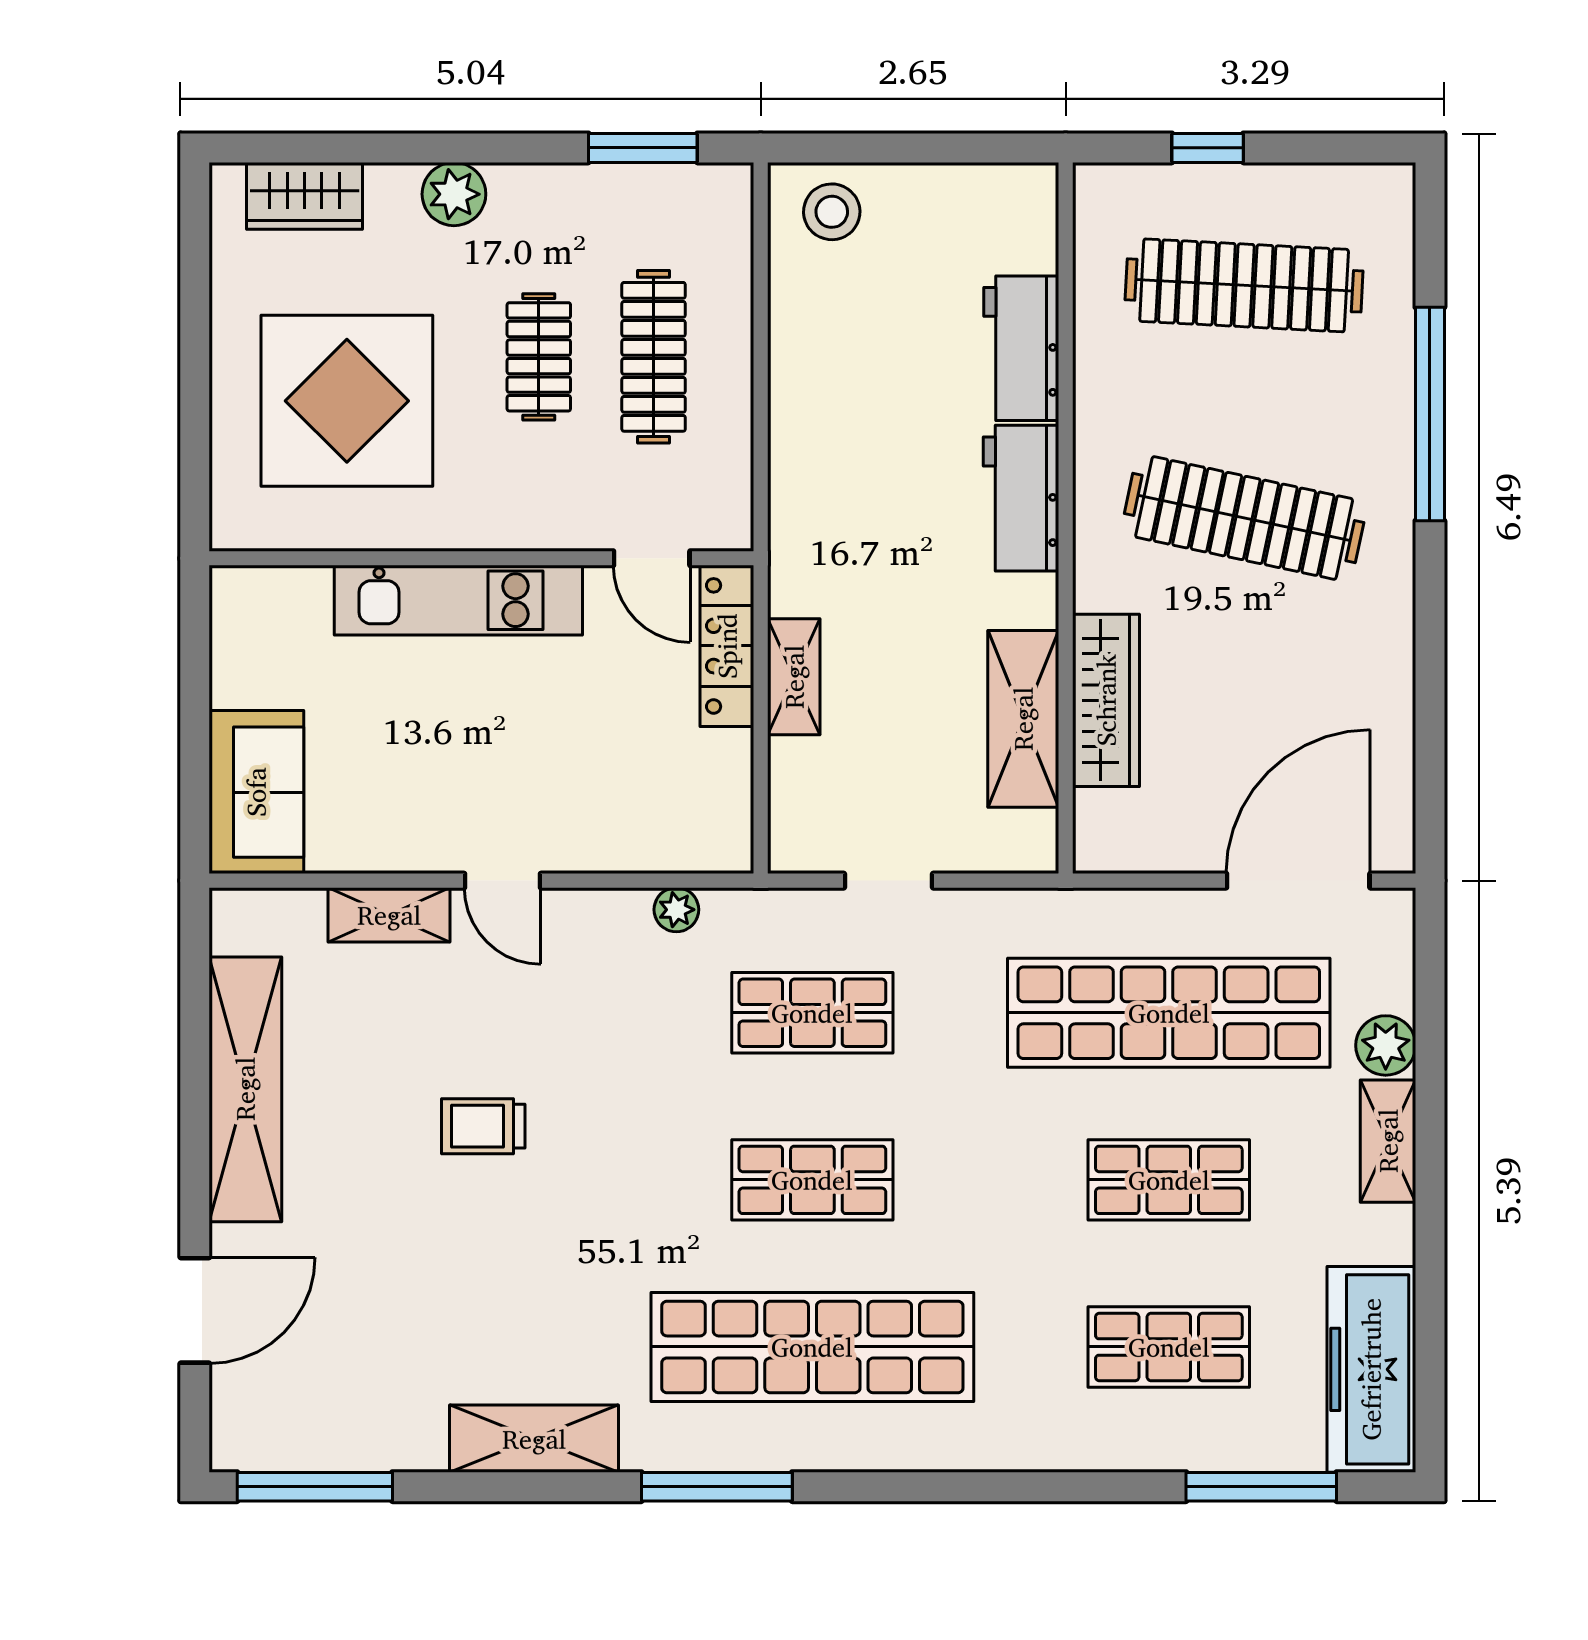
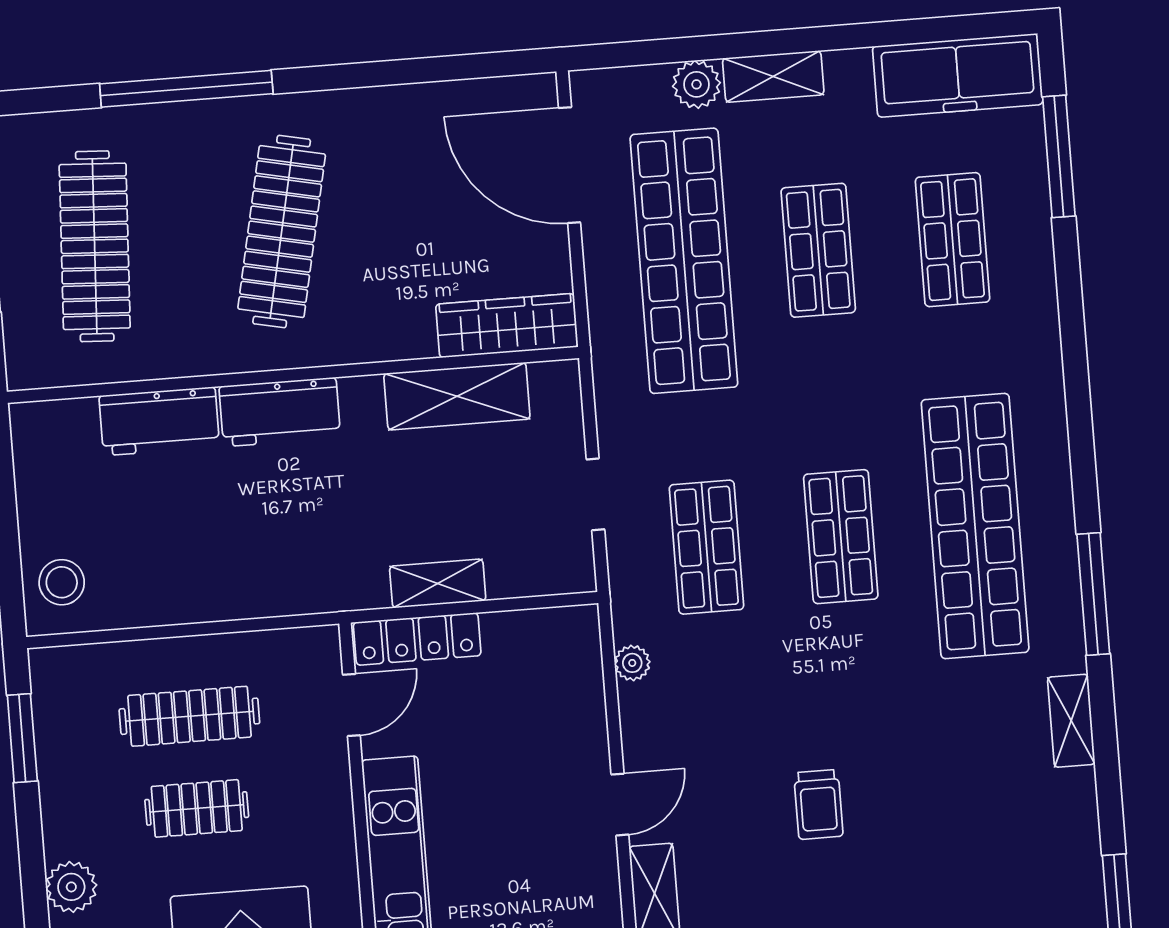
wardrobe: (1106, 700) -> (507, 326), moved
shelving: (534, 1439) -> (1071, 721), width x0.67, depth x0.75

